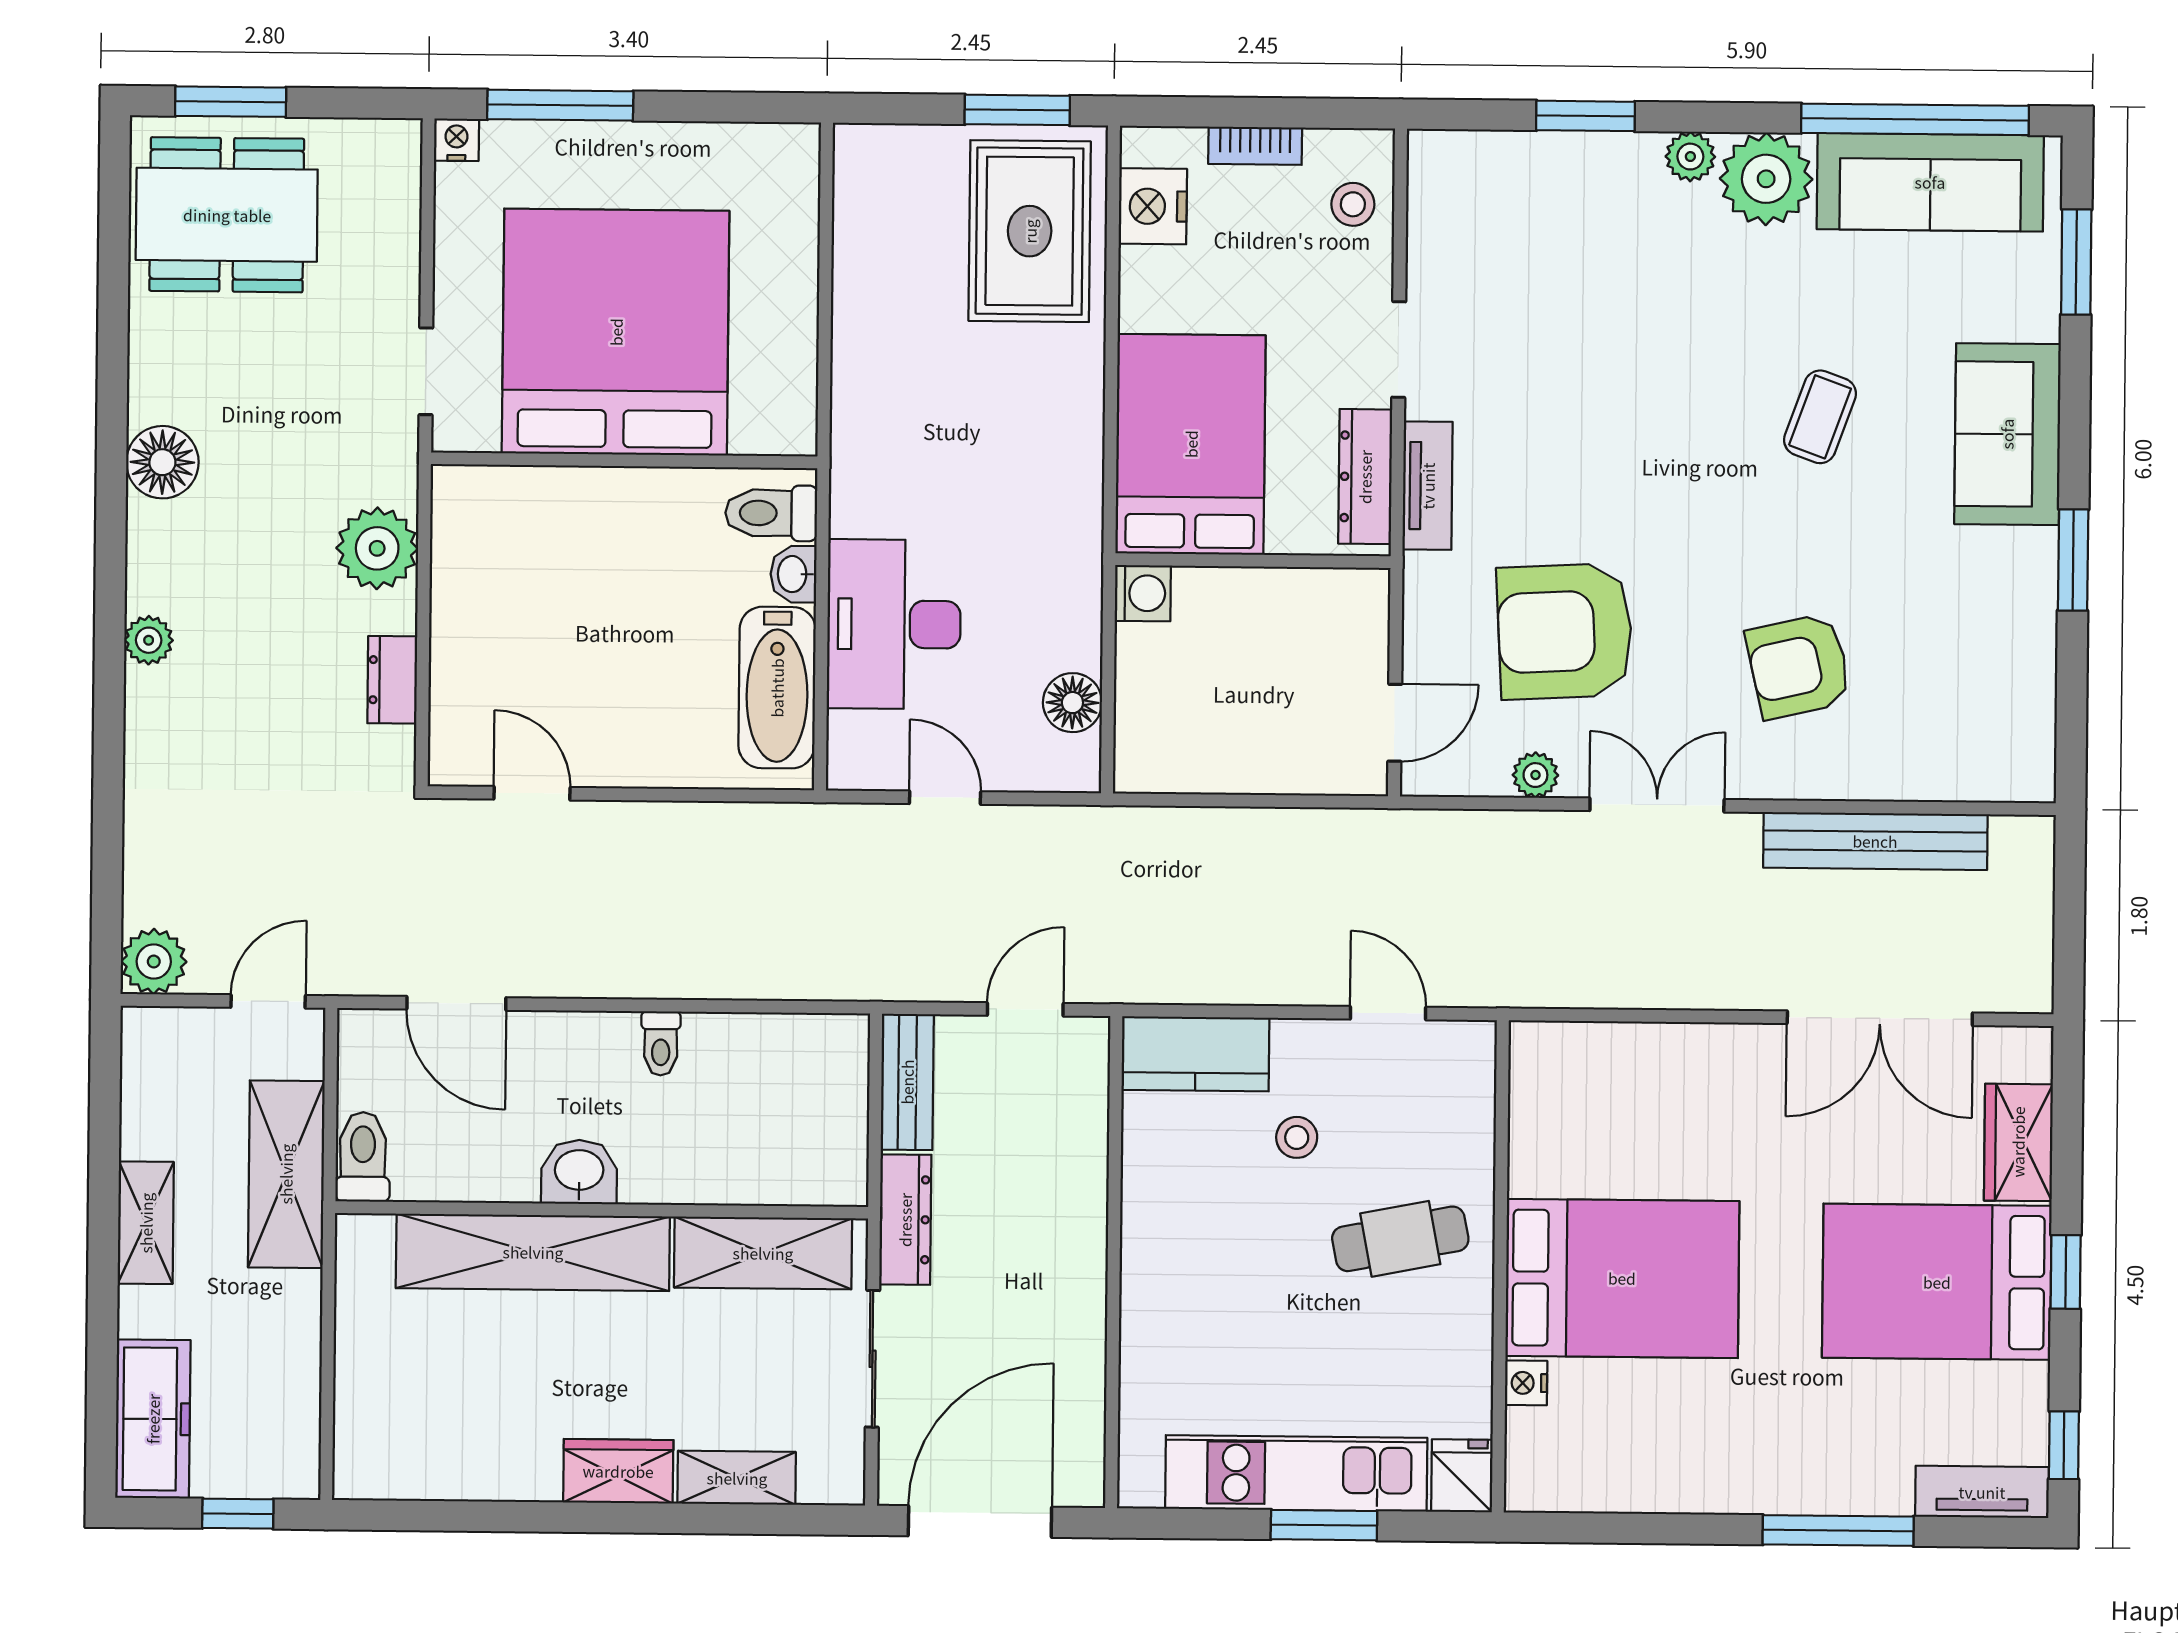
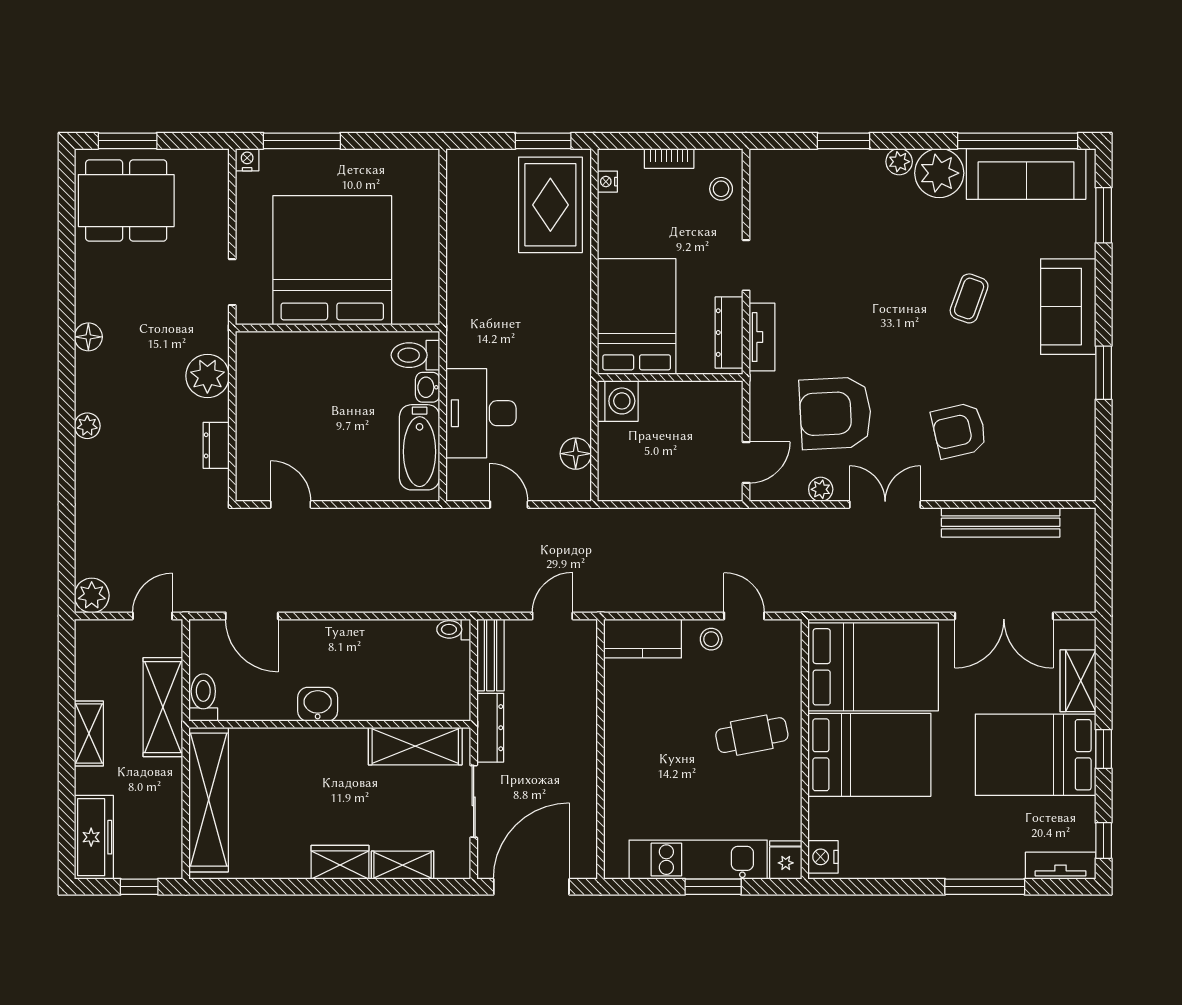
nightstand: (1153, 206) -> (607, 182), width x0.53, depth x0.56
floor lamp: (162, 462) -> (88, 337), width x0.73, depth x0.73
washing machine: (1143, 593) -> (618, 401), width x1.38, depth x1.38
toilet: (661, 1043) -> (454, 629), moved, turned 90
bed: (1631, 1112) -> (873, 667), added
stool: (1297, 1137) -> (711, 639), moved
shelving: (533, 1252) -> (209, 800), moved, turned 90
nightstand: (1526, 1383) -> (823, 857), moved, width x1.39, depth x1.35

